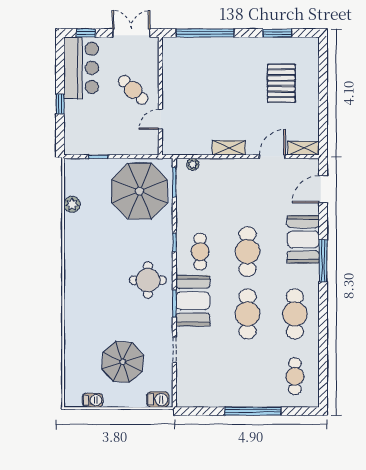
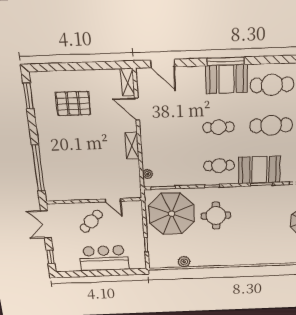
window: (277, 33) -> (28, 96), moved
bar counter: (81, 68) -> (104, 258), moved
window: (60, 104) -> (108, 273), removed
booth: (303, 239) -> (226, 79), moved
cafe table: (248, 252) -> (219, 127), width x0.73, depth x0.74
round table: (148, 280) -> (216, 216), moved

